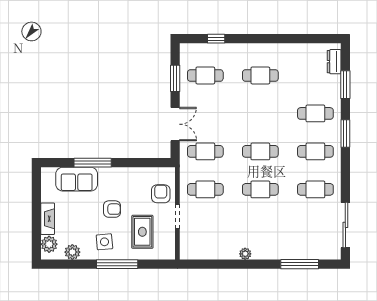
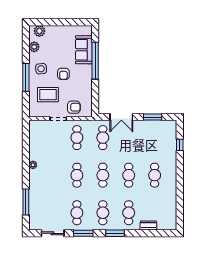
dresser: (334, 62) -> (148, 226), moved
cafe table: (205, 75) -> (129, 175), moved
window: (345, 85) -> (83, 233), moved
window: (93, 163) -> (95, 61), width x1.46
fireplace: (48, 219) -> (57, 30), removed
sliding door: (345, 225) -> (53, 233), width x0.73

